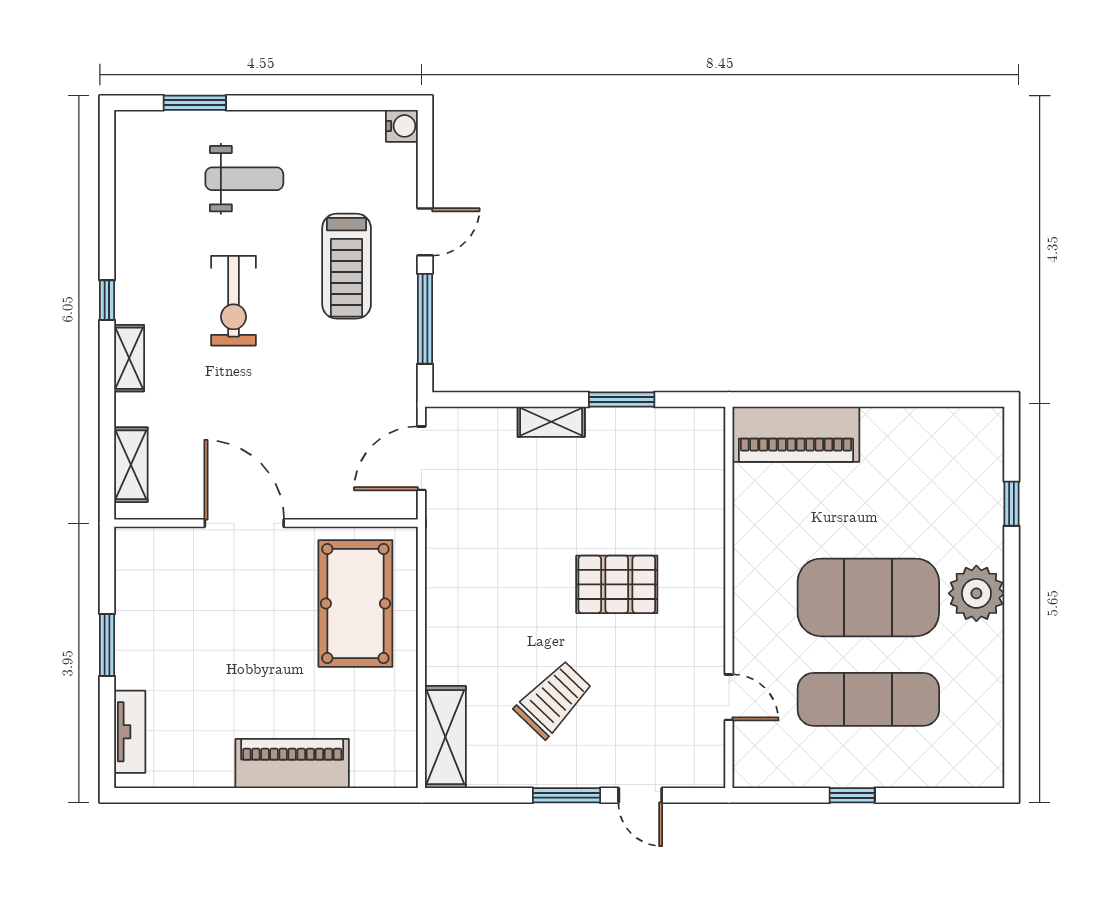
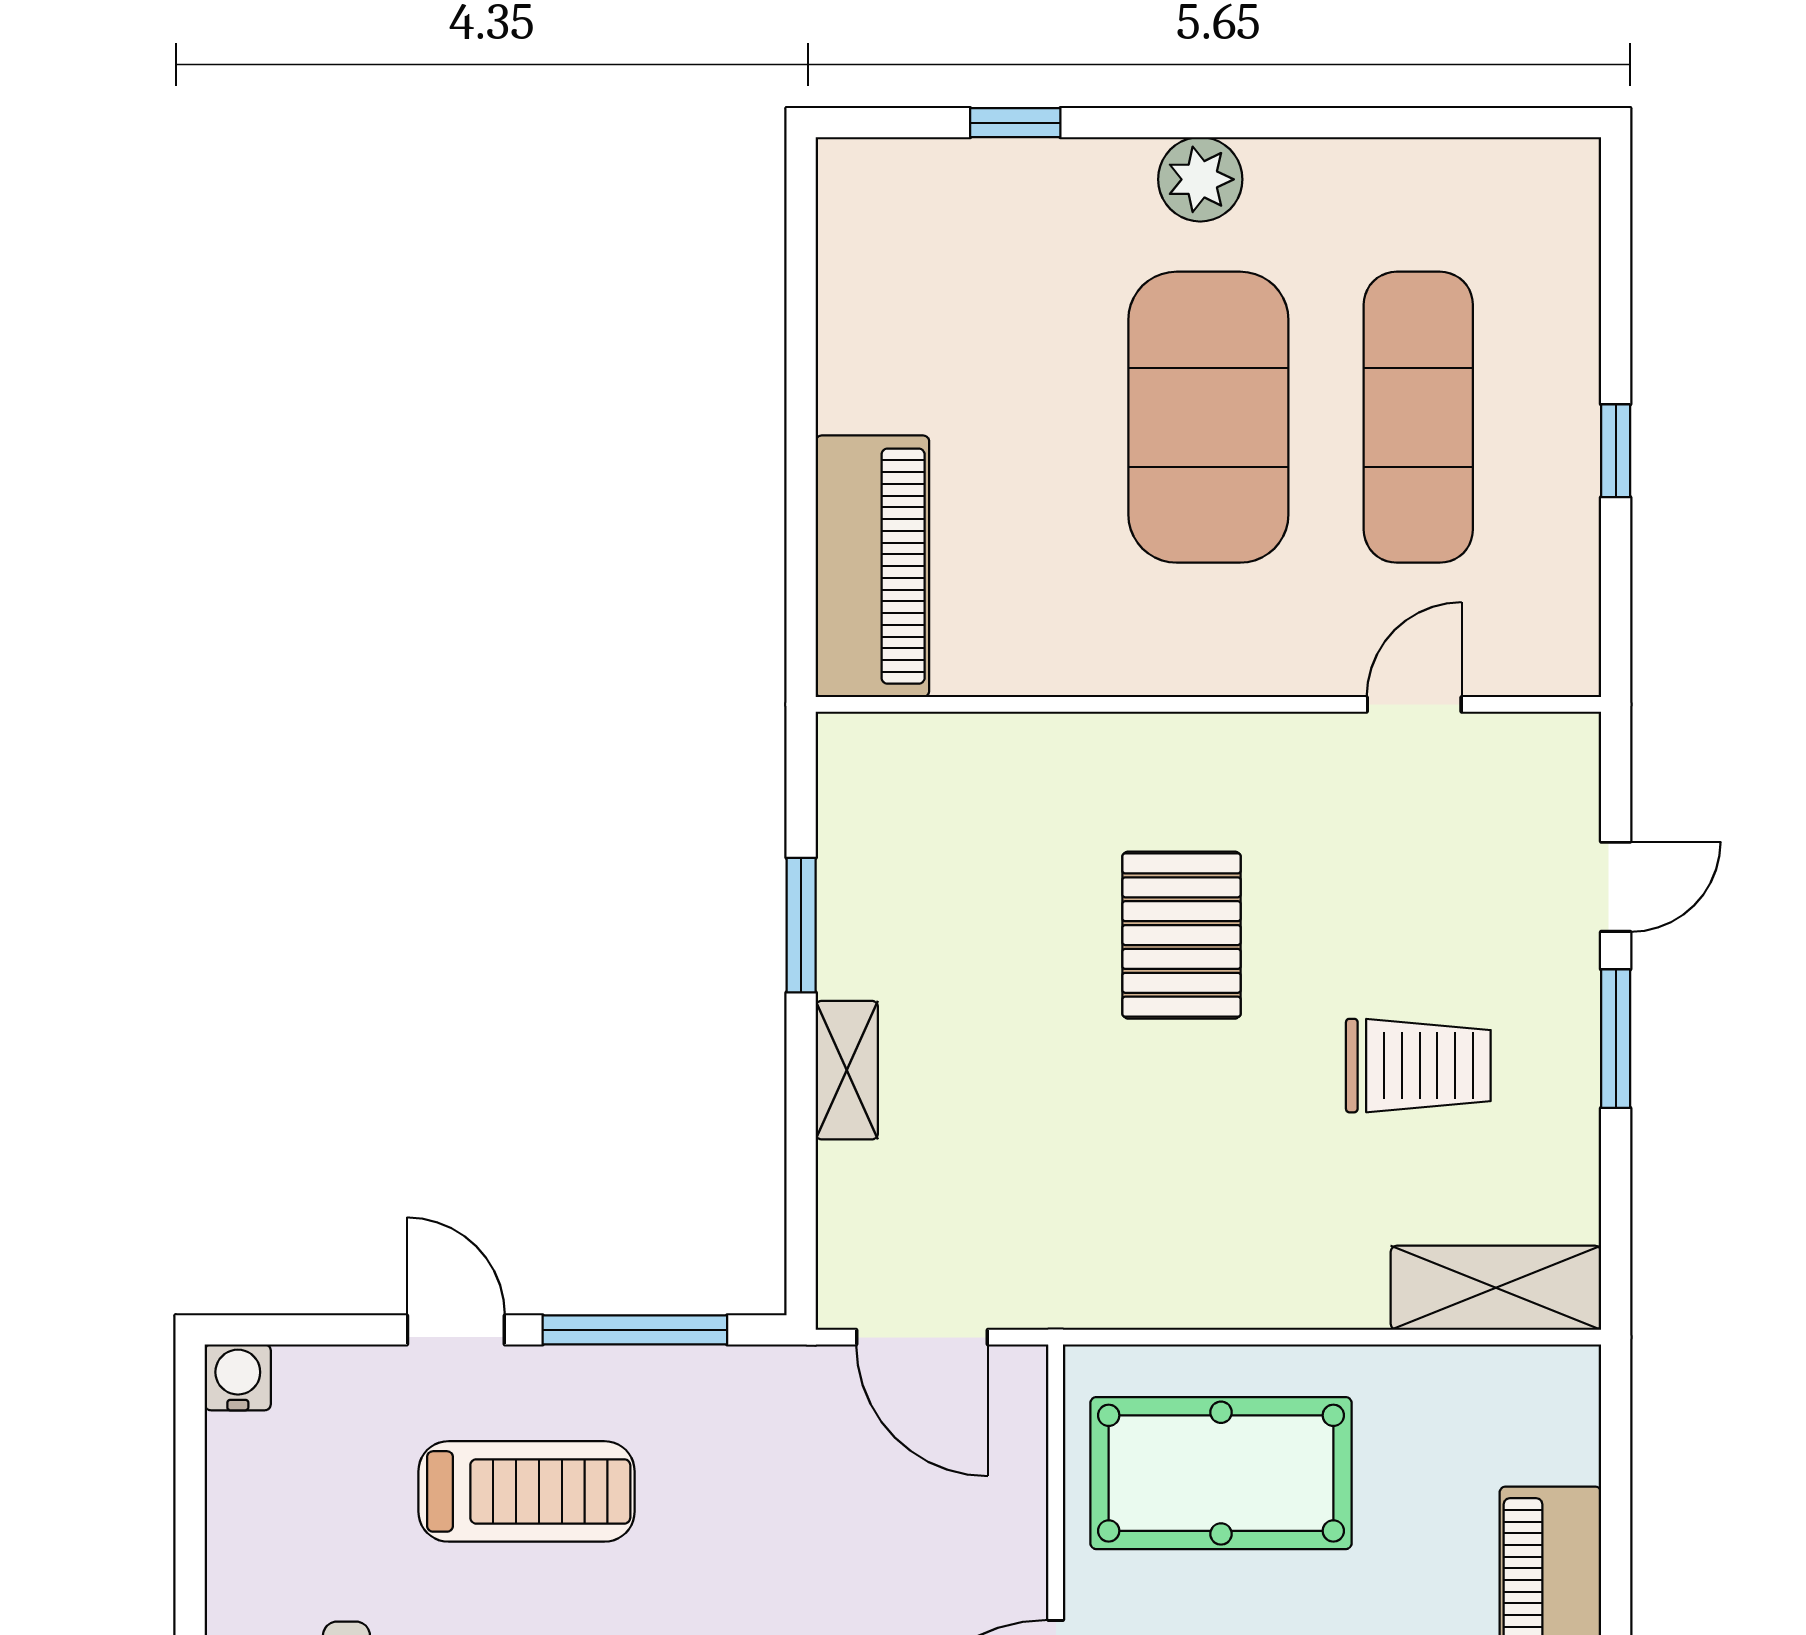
plant: (976, 593) -> (1200, 179), width x0.73, depth x0.73
trolley: (553, 699) -> (1418, 1066), turned 136

